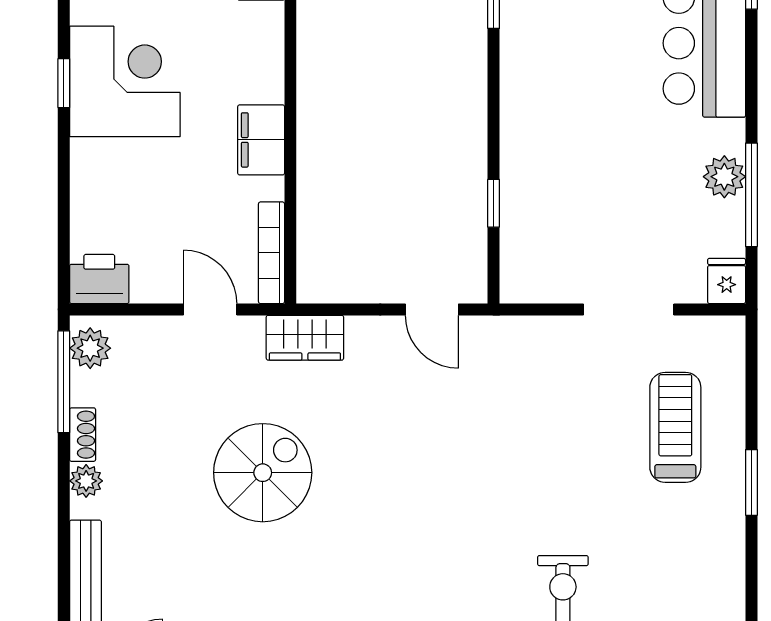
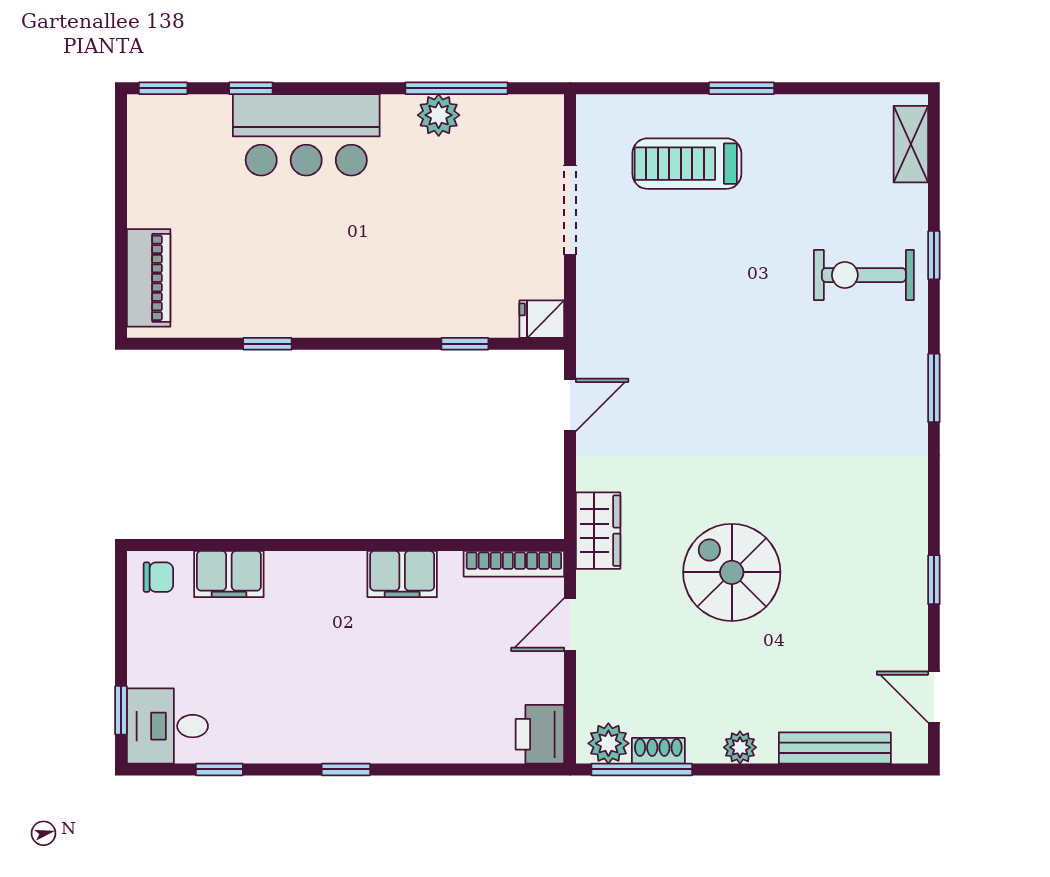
corner desk: (125, 81) -> (344, 709), removed
fridge: (727, 281) -> (542, 319), moved
shoe rack: (83, 435) -> (658, 751), moved

